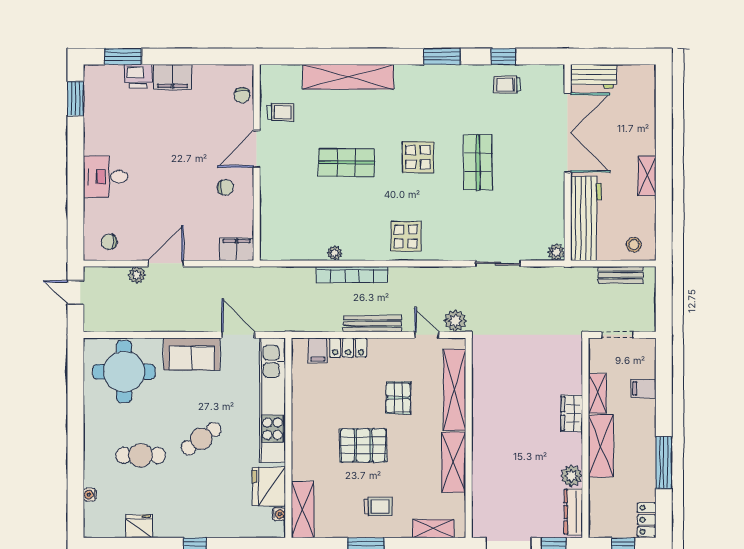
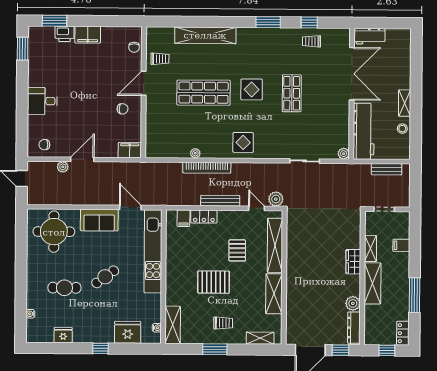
shop shelf: (346, 162) -> (204, 93), width x1.43, depth x1.36
stool: (634, 245) -> (402, 129), moved
fridge: (269, 487) -> (128, 332), moved, turned 90

